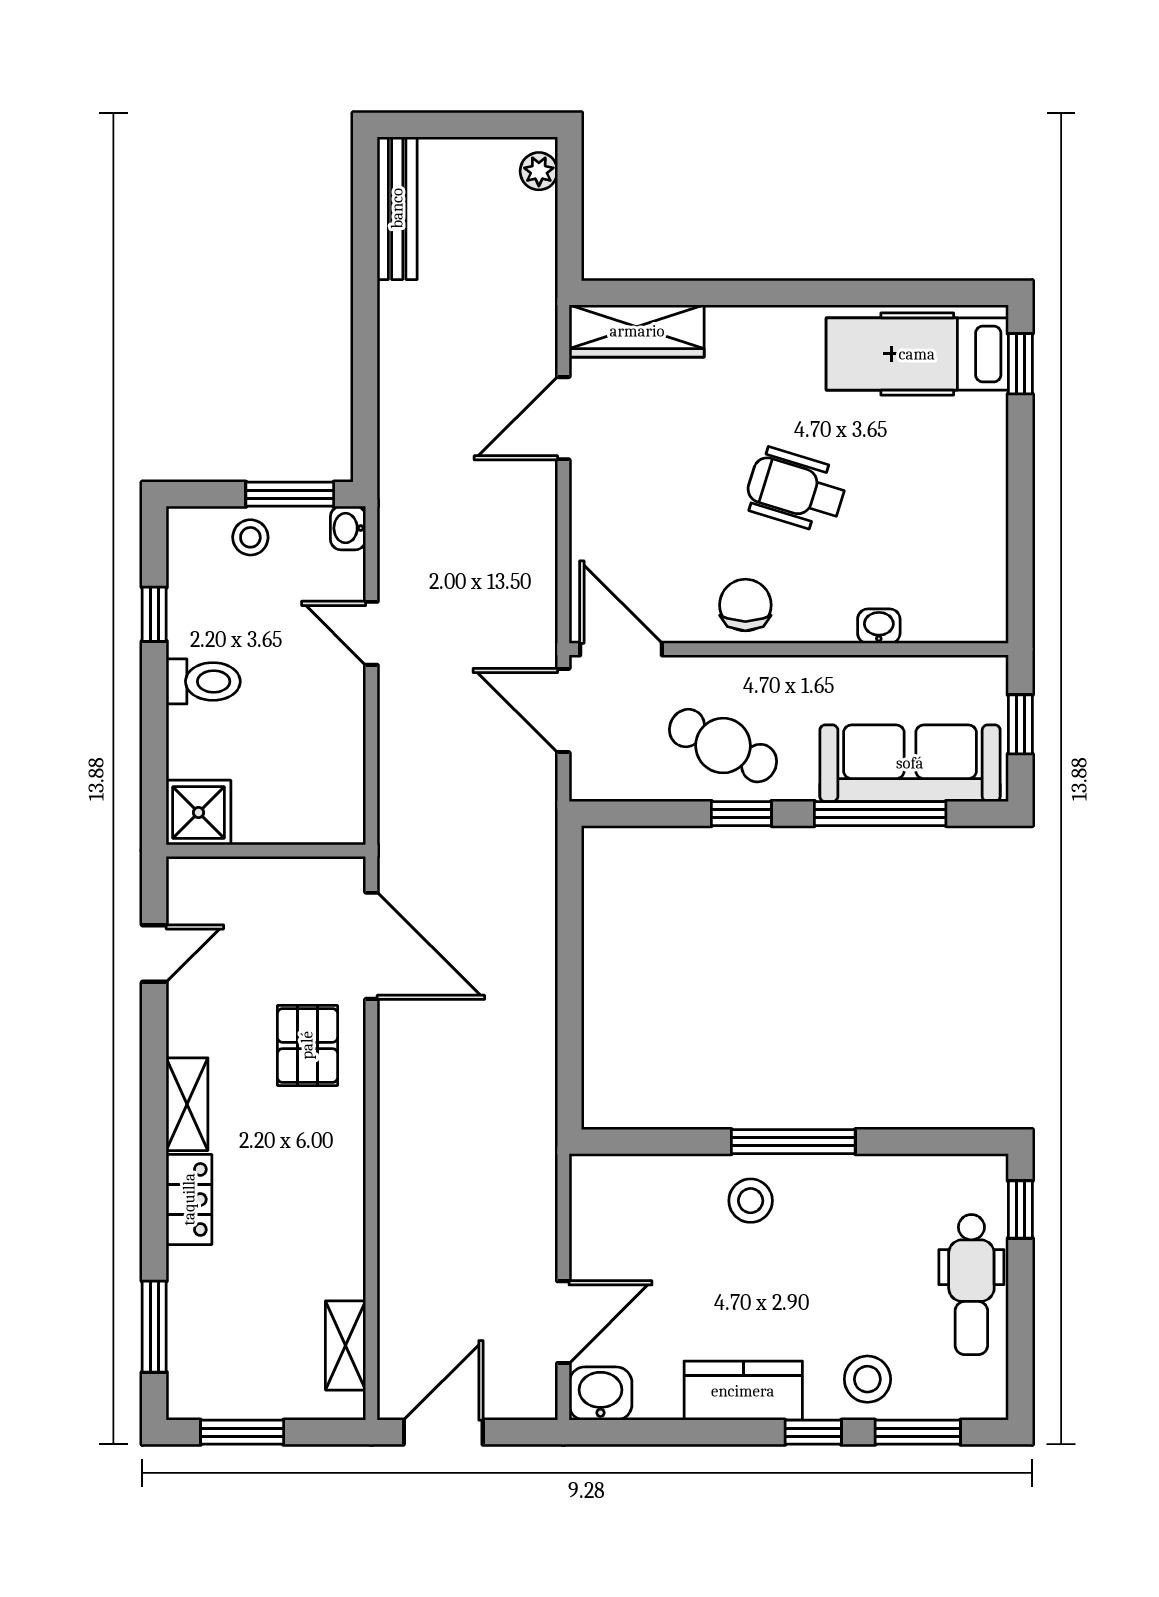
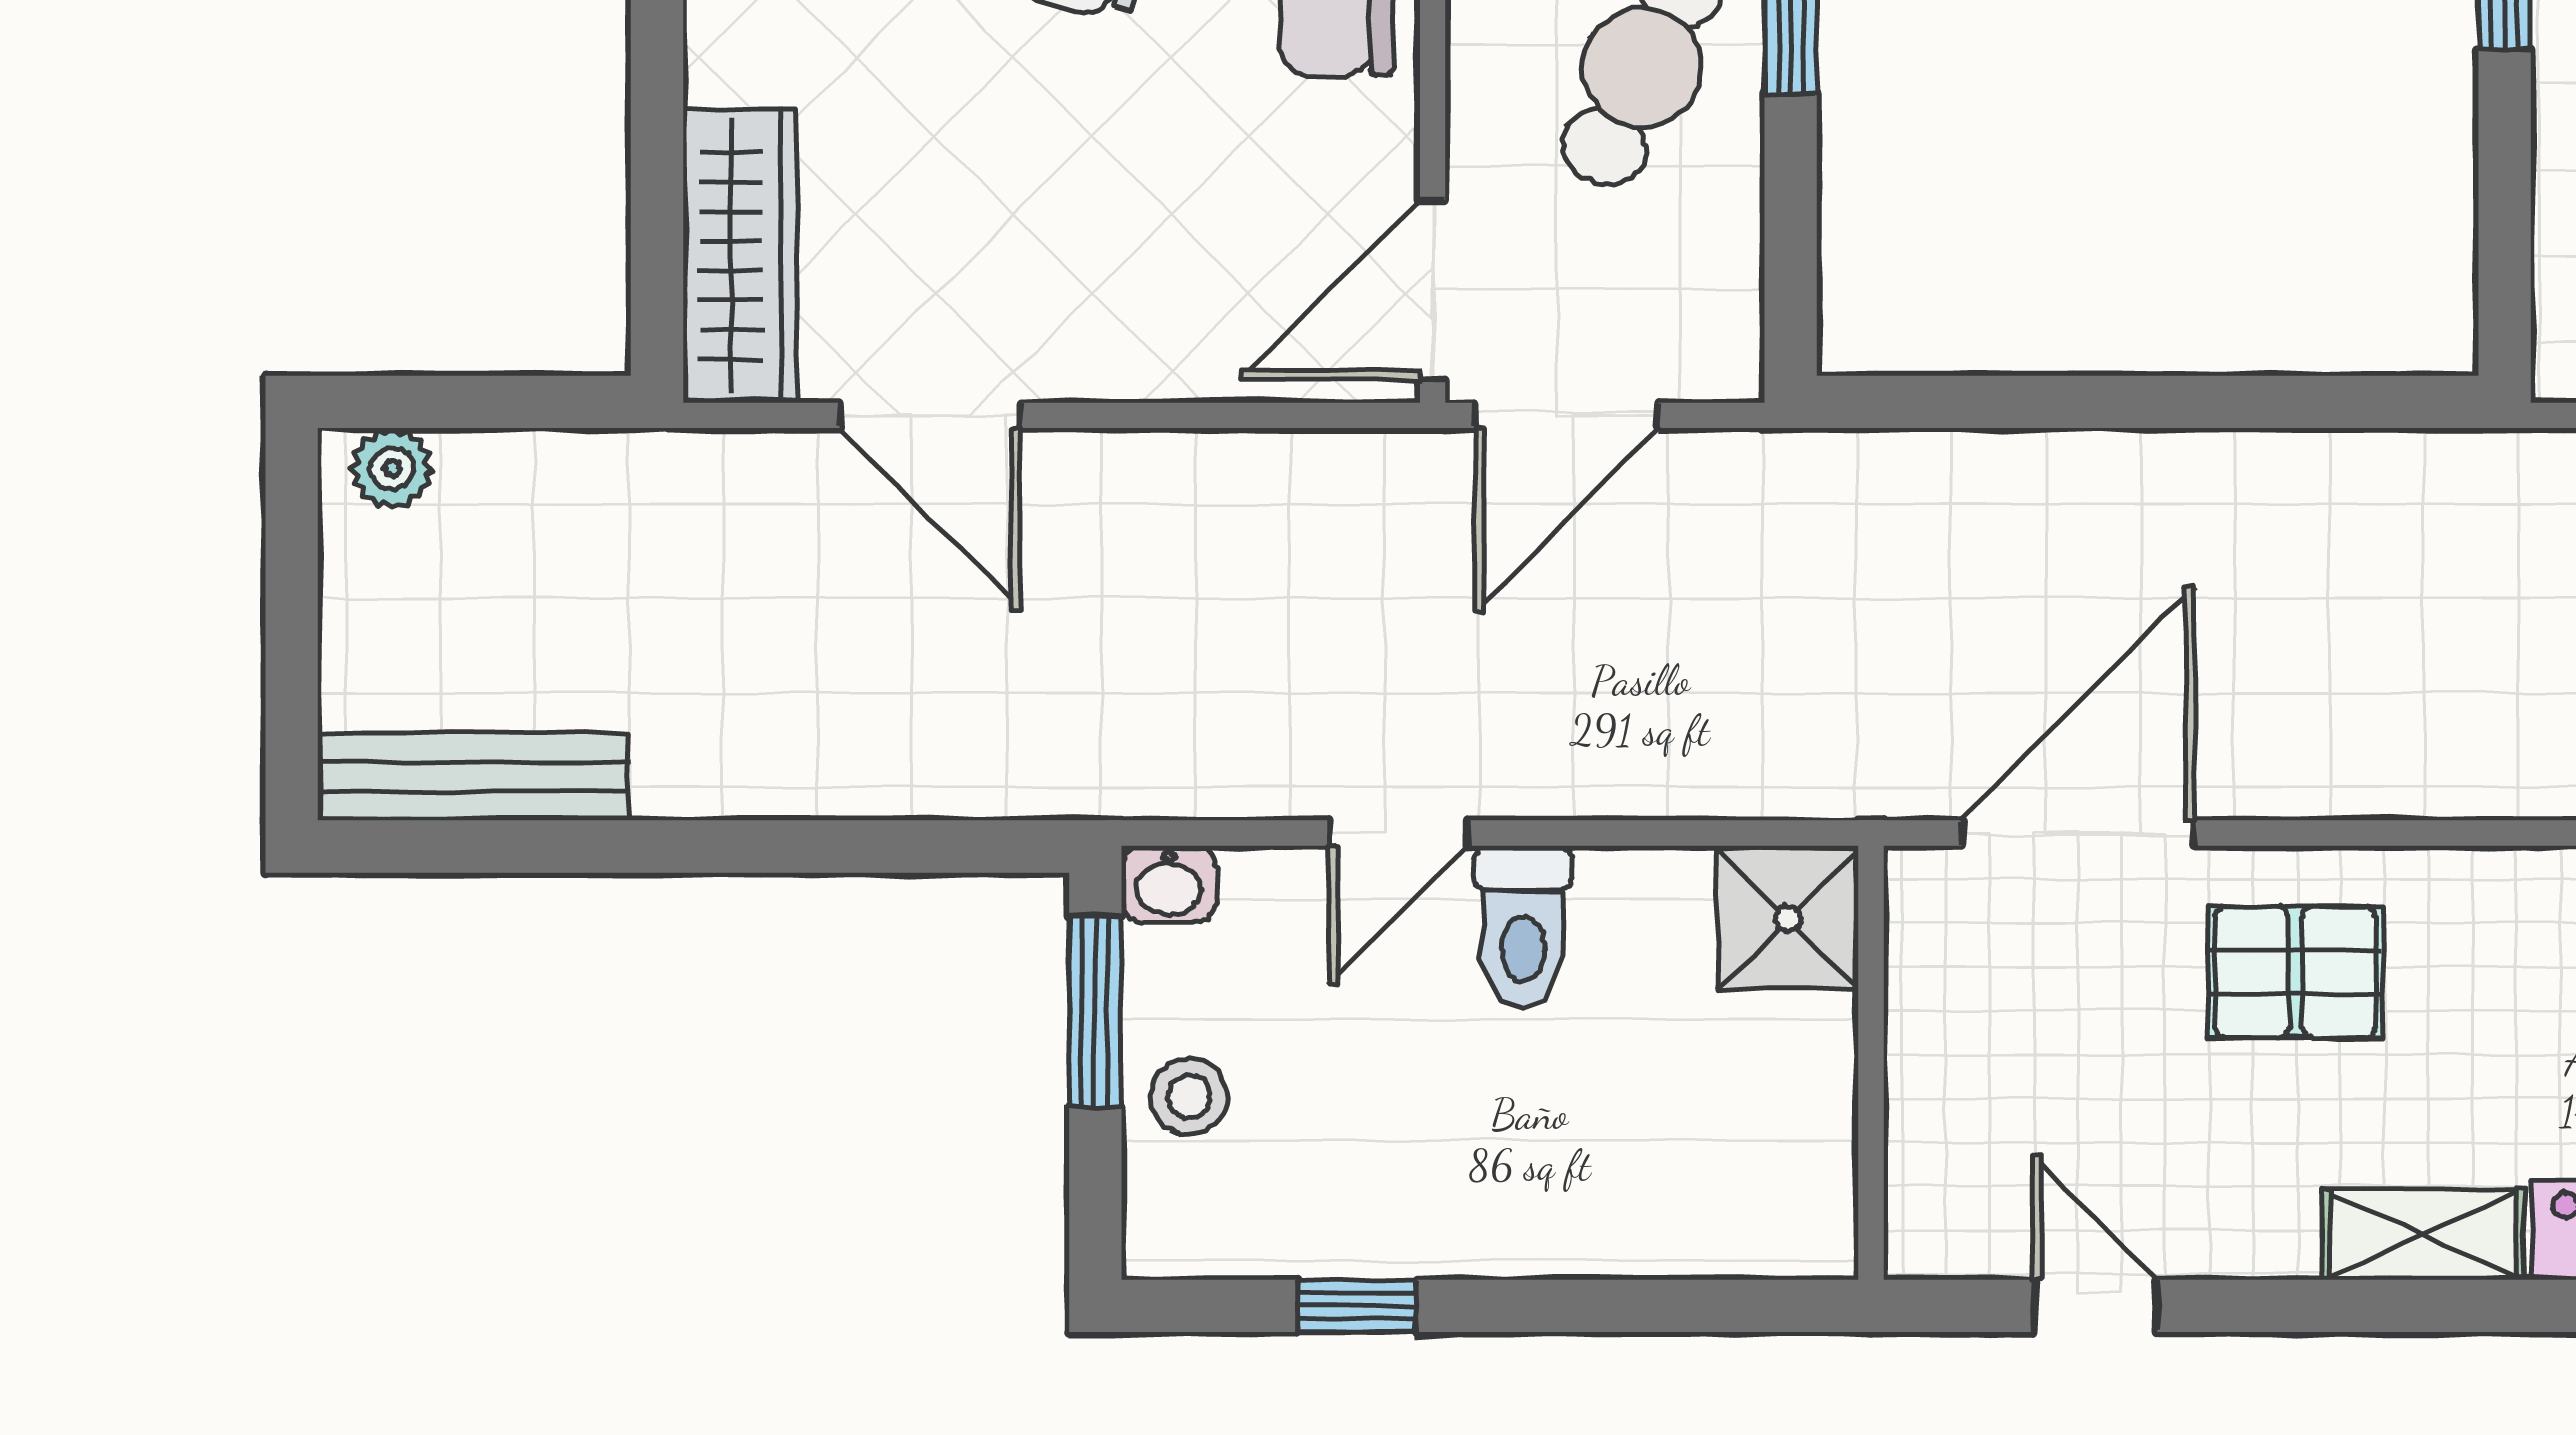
toilet: (203, 681) -> (1523, 926), moved, turned 180
shower: (198, 812) -> (1788, 919), moved

